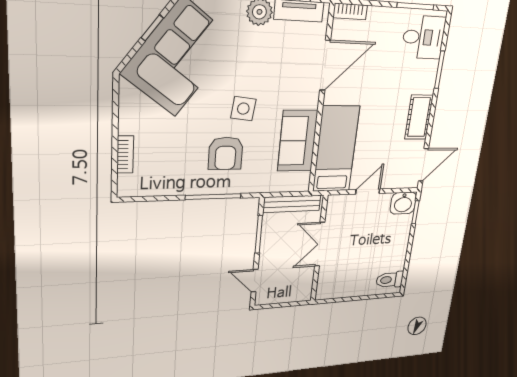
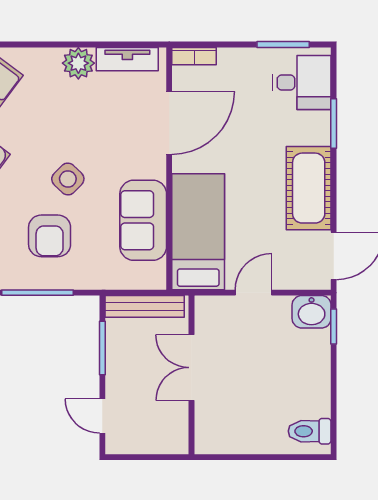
side table: (243, 109) -> (68, 179), turned 37
cot: (419, 117) -> (309, 188), width x1.37, depth x1.34

